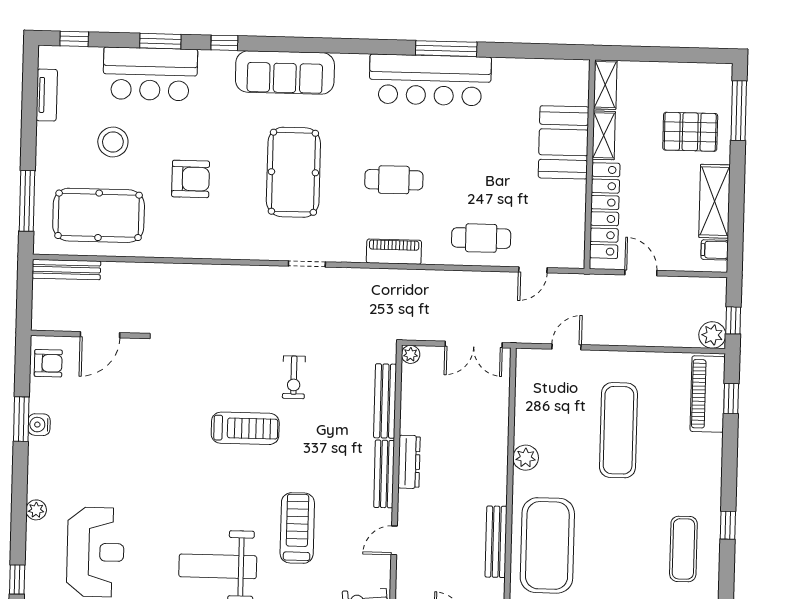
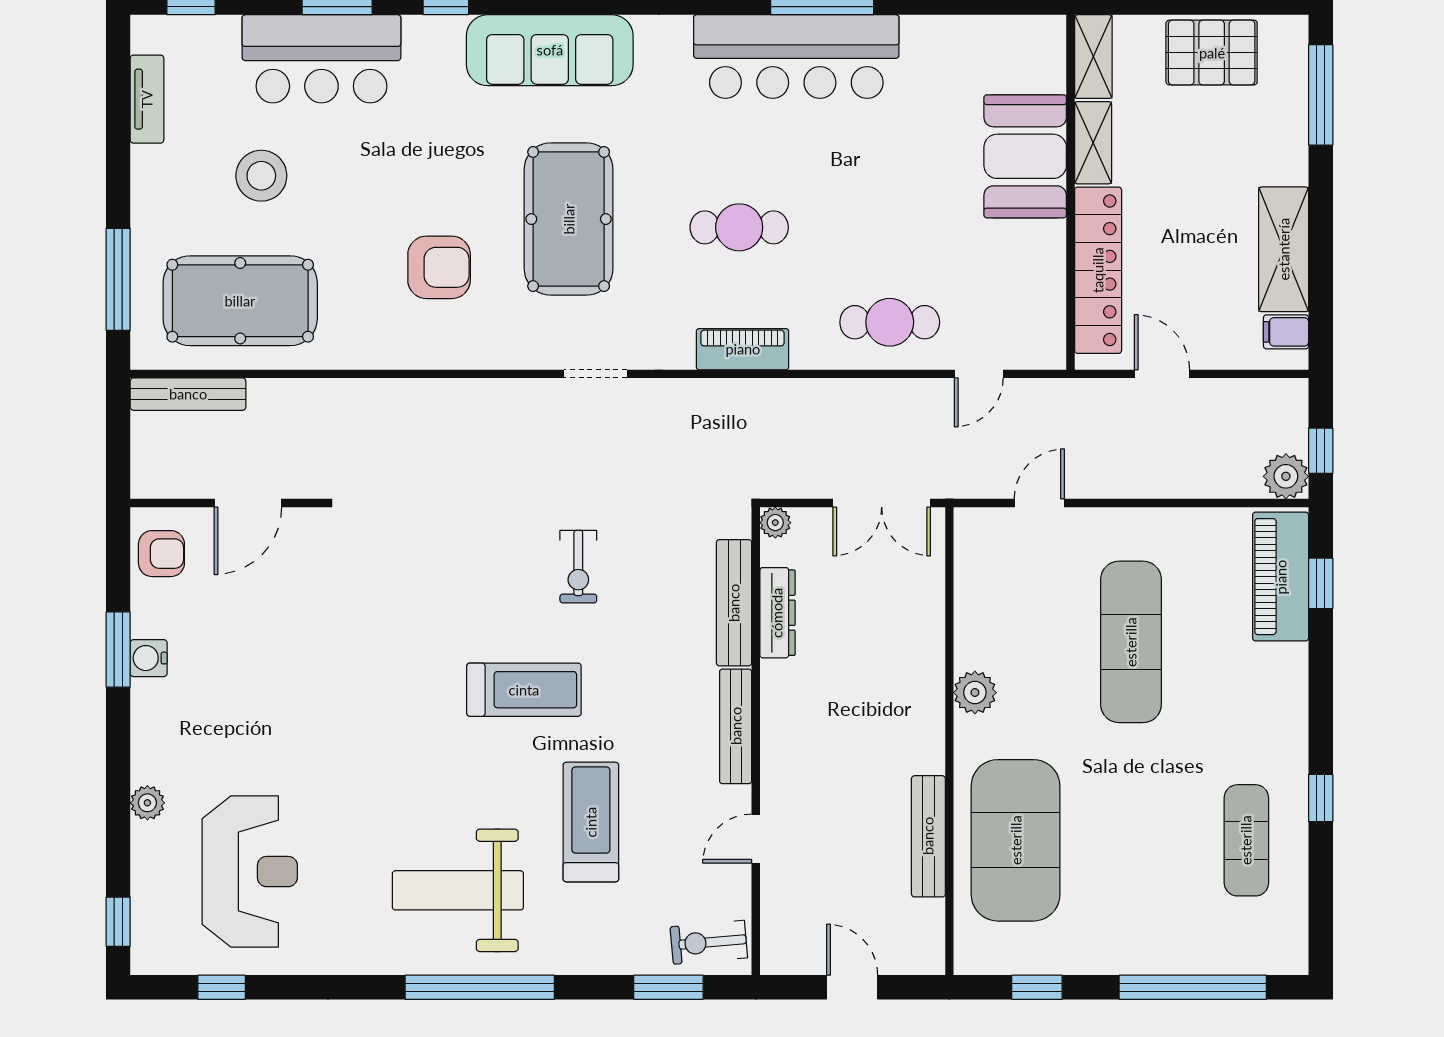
pallet: (690, 132) -> (1212, 53), moved
armchair: (191, 179) -> (439, 267), moved
treadmill: (245, 428) -> (524, 690), moved
dresser: (409, 462) -> (777, 613), moved

